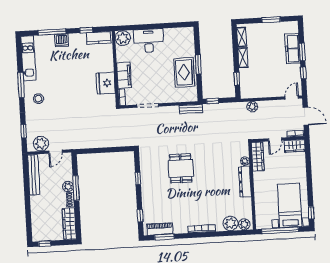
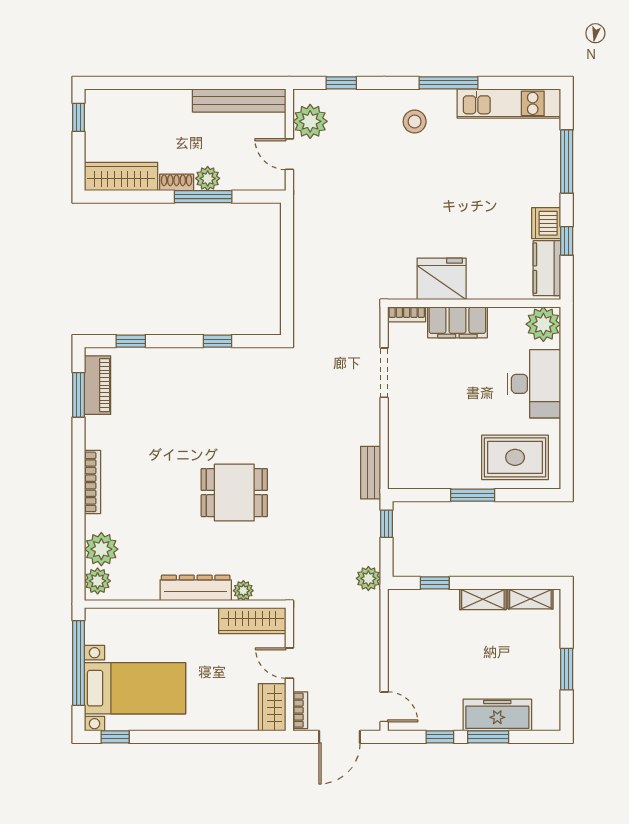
dishwasher: (62, 40) -> (546, 223), moved
rug: (184, 72) -> (515, 457), moved
plant: (252, 107) -> (368, 578), moved
dining table: (181, 168) -> (234, 493), moved

